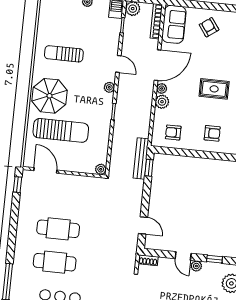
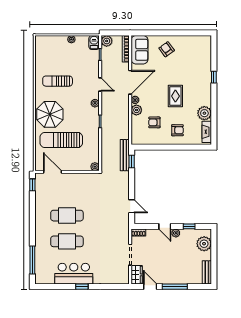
rug: (214, 89) -> (175, 96), turned 90
sun lounger: (61, 130) -> (61, 140), turned 180
armchair: (173, 132) -> (154, 122), moved

